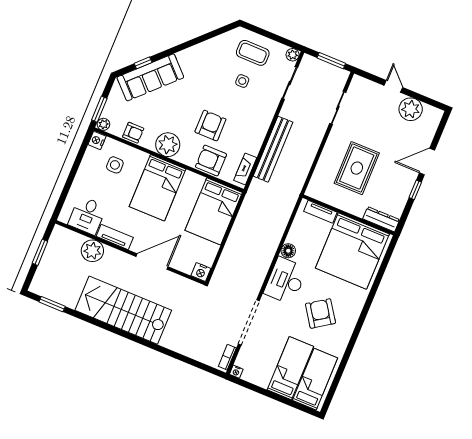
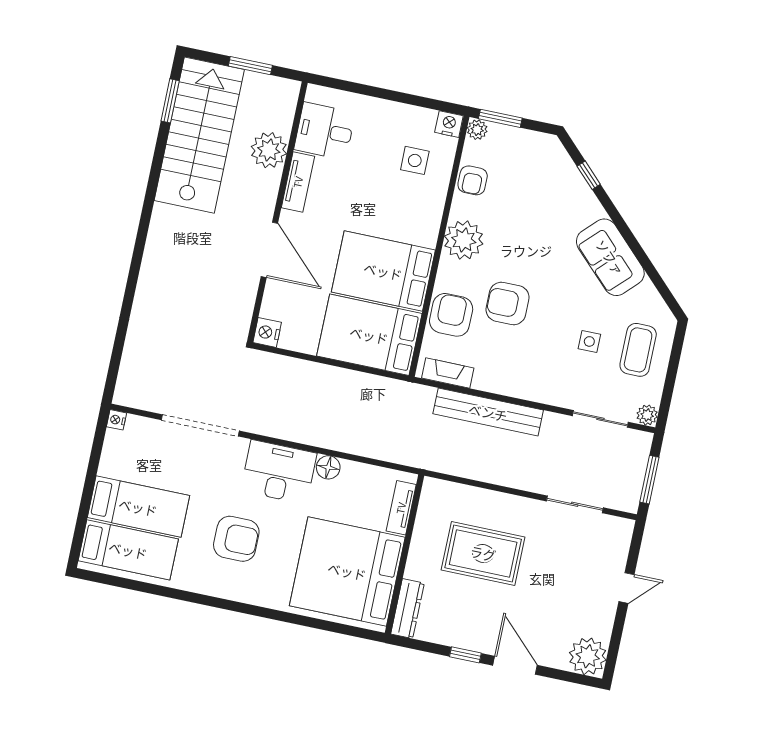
sofa: (150, 77) -> (610, 257), moved, width x0.73
plant: (411, 109) -> (588, 656), moved
armchair: (210, 126) -> (508, 303), turned 180
bed: (158, 188) -> (383, 271), moved
stairs: (123, 310) -> (199, 135), moved
armchair: (320, 313) -> (236, 539), turned 34
bookcase: (227, 357) -> (137, 401), removed

